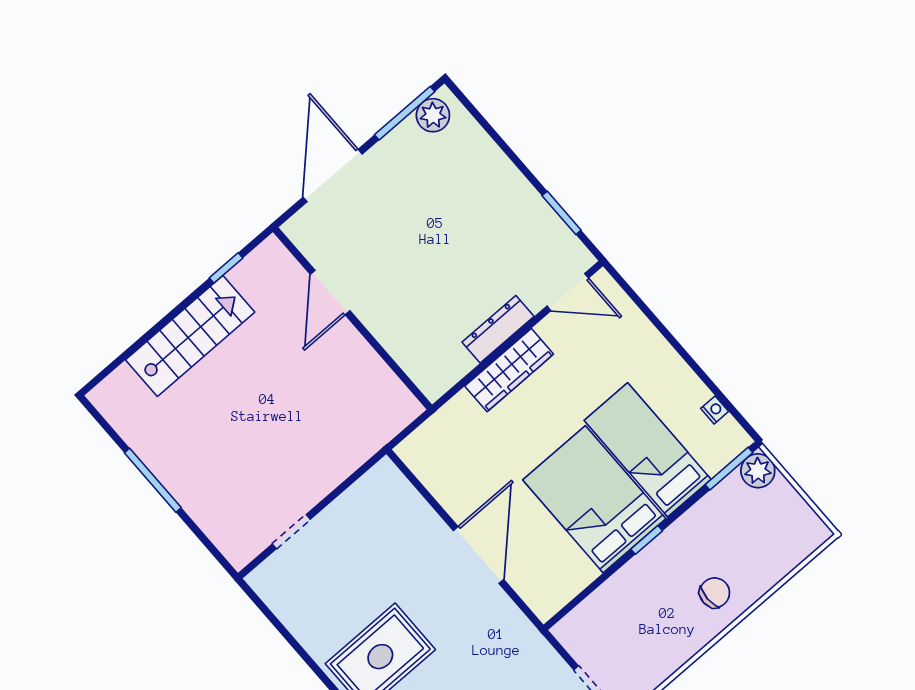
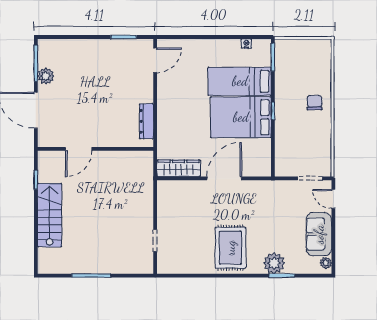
plant: (433, 115) -> (46, 76), moved
door: (330, 293) -> (79, 149), hinge flipped
dresser: (498, 329) -> (146, 121), moved
wardrobe: (509, 370) -> (179, 168), moved, turned -90
plant: (758, 471) -> (283, 47), removed
door: (479, 555) -> (224, 178), hinge flipped

